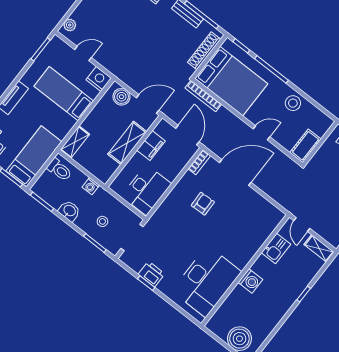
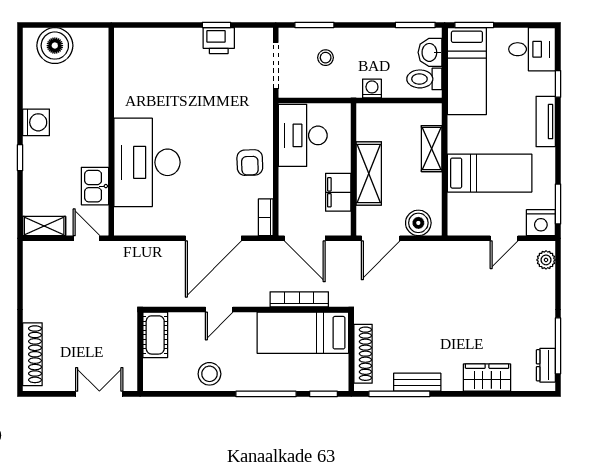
nightstand: (99, 79) -> (541, 223), moved
bed: (231, 81) -> (303, 333), width x0.67
bookcase: (203, 96) -> (299, 299), moved
shelving: (75, 142) -> (432, 149), moved
armchair: (203, 204) -> (250, 163), moved
washbasin: (69, 211) -> (430, 52), moved, turned 90
desk: (206, 281) -> (147, 162), moved
washing machine: (250, 281) -> (36, 122), moved, turned 180

